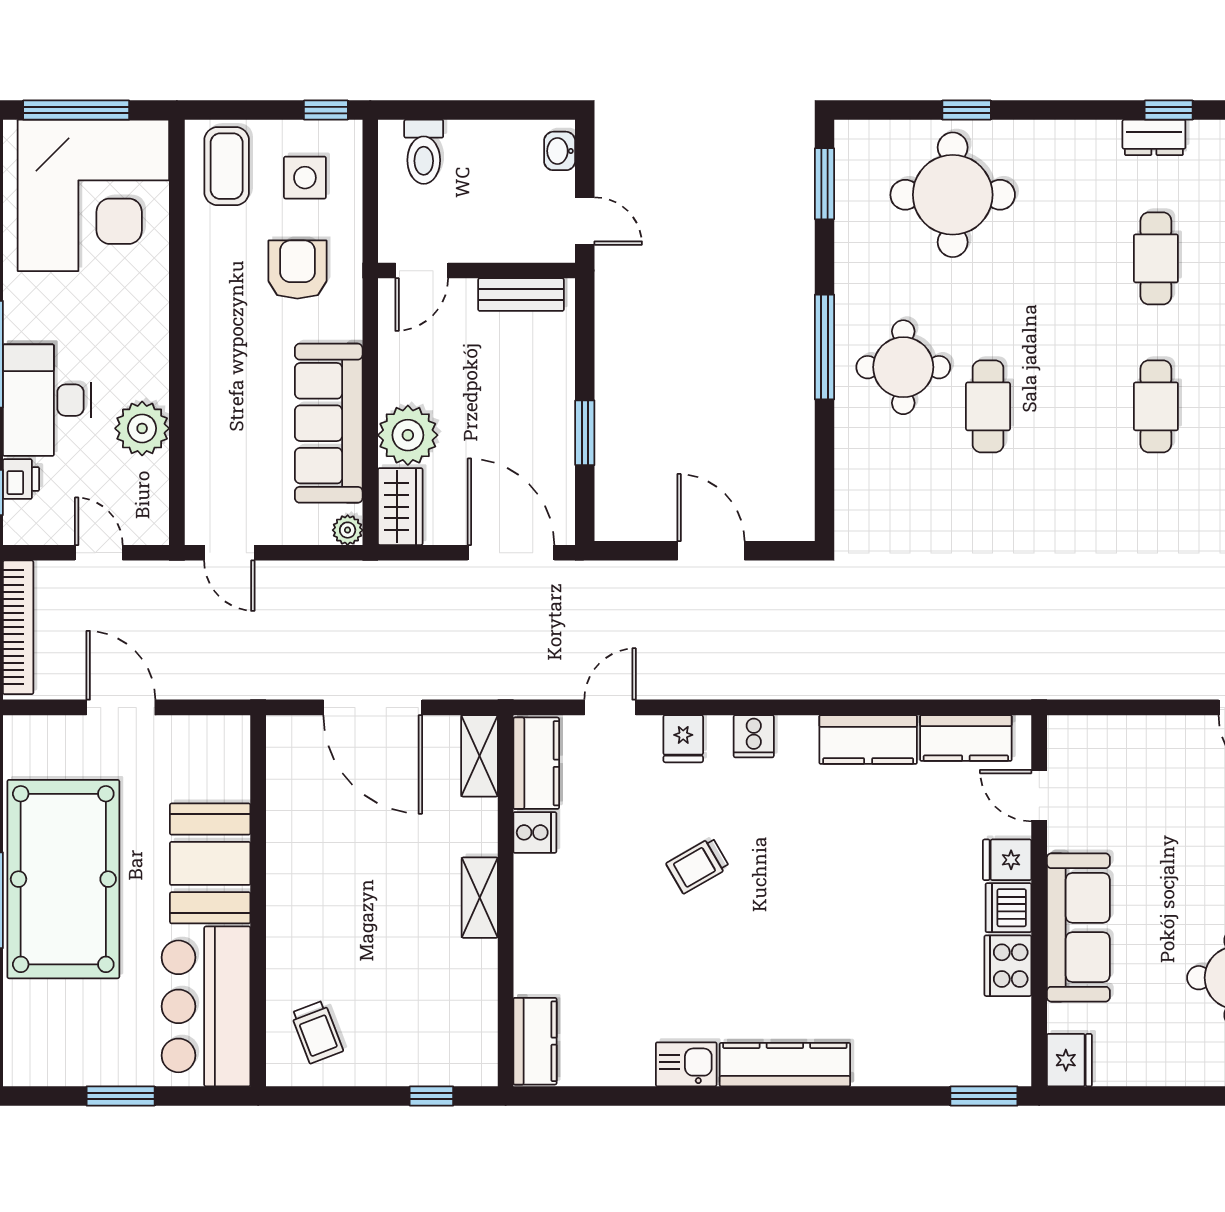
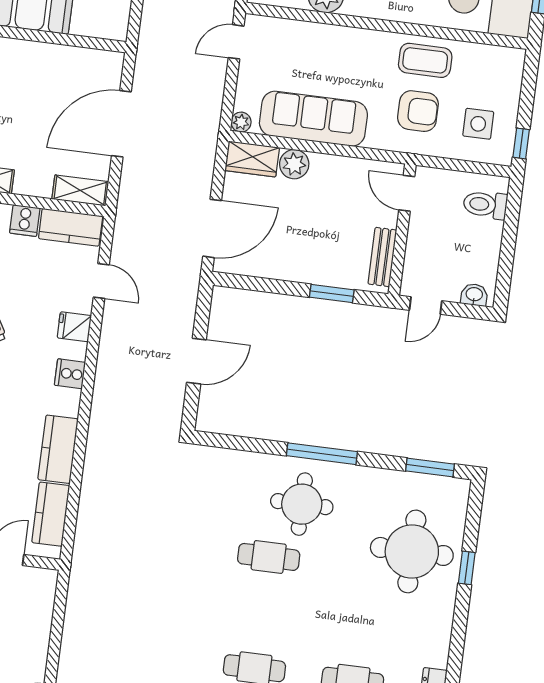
coffee table: (227, 166) -> (425, 60), moved
window: (585, 433) -> (332, 294), moved
plant: (408, 435) -> (294, 164), width x0.73, depth x0.73

